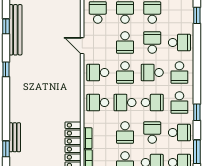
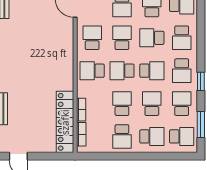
school desk: (98, 73) -> (92, 38), turned 90
school desk: (125, 73) -> (122, 38), turned 180
school desk: (125, 133) -> (122, 104), turned 180
school desk: (179, 133) -> (182, 104), turned -90

